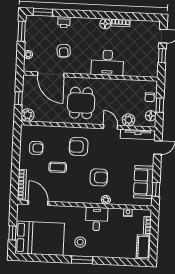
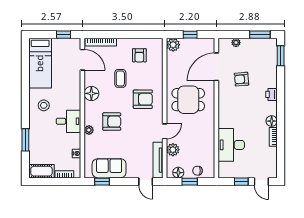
printer: (64, 22) -> (271, 94), moved
desk: (107, 63) -> (231, 145), moved
armchair: (79, 147) -> (143, 99), turned 90
armchair: (99, 177) -> (112, 122), turned -90
floor lamp: (71, 196) -> (91, 93), added
door: (38, 203) -> (82, 60), hinge flipped
window: (12, 233) -> (64, 35), moved
bed: (40, 238) -> (40, 63), width x0.67
window: (82, 260) -> (25, 140), moved

